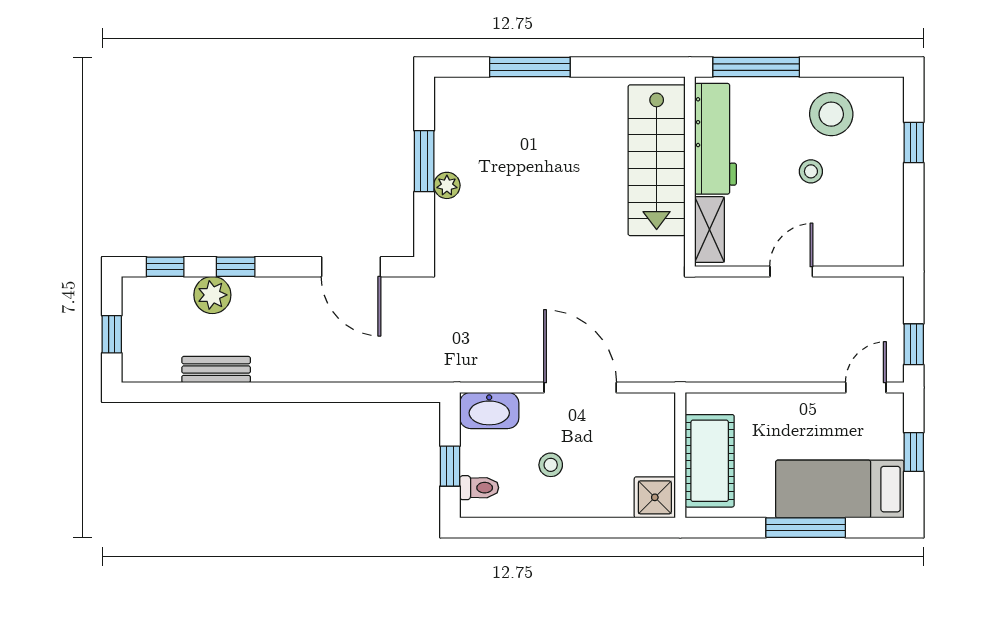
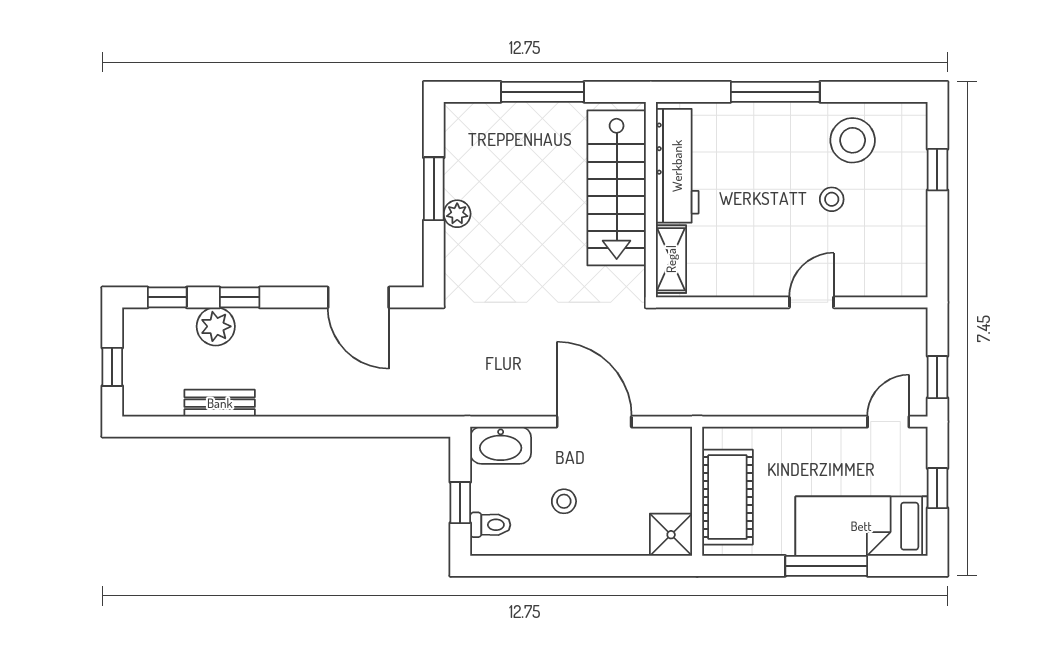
workbench: (715, 139) -> (677, 166), moved
stairs: (657, 160) -> (617, 188), moved
wall: (690, 172) -> (651, 200), moved
shelving: (709, 230) -> (671, 259), moved

